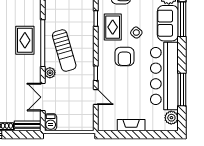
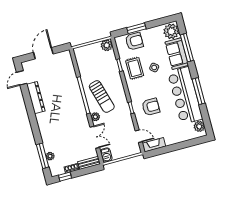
rug: (25, 40) -> (69, 97), removed
armchair: (124, 56) -> (151, 107), moved, turned -90
window: (182, 89) -> (199, 91), moved
double door: (43, 97) -> (95, 137), swing flipped
door: (96, 97) -> (139, 136), moved
fireplace: (131, 125) -> (154, 145), moved

